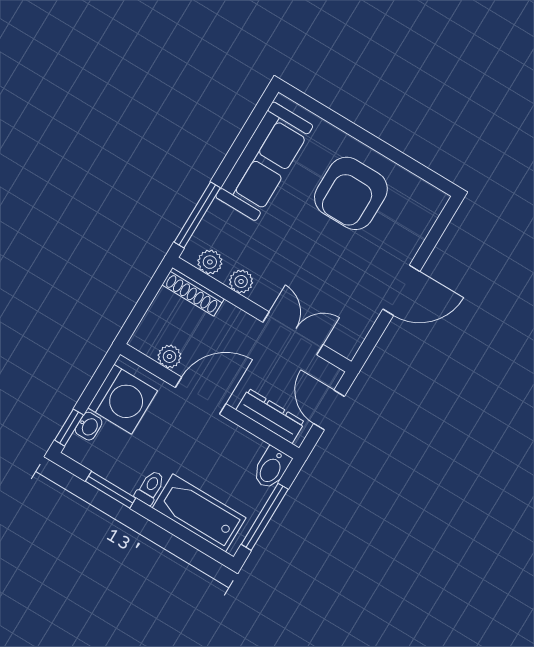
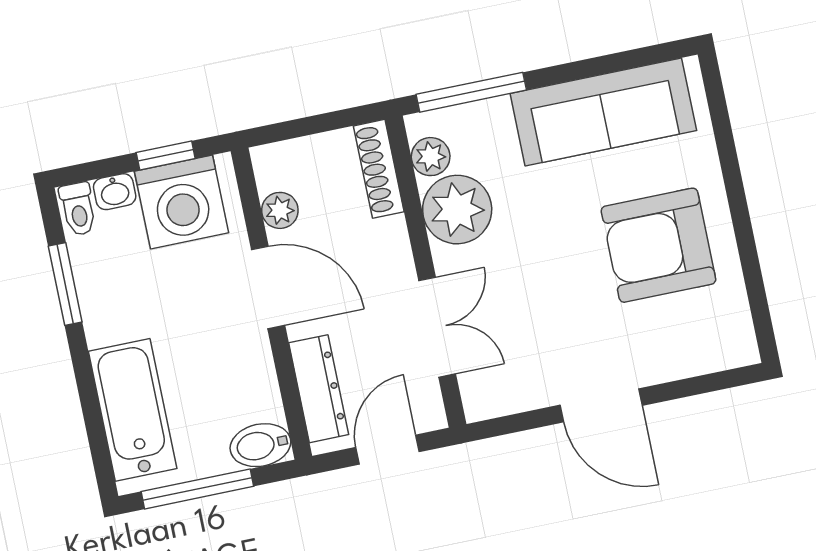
plant: (241, 281) -> (457, 210), width x1.87, depth x1.87
window: (69, 428) -> (166, 155), moved
toilet: (150, 488) -> (78, 209), moved, turned 90

